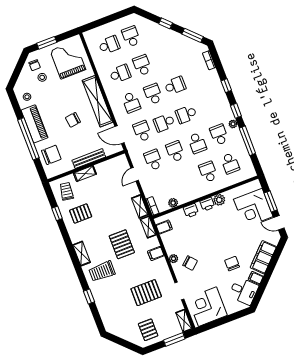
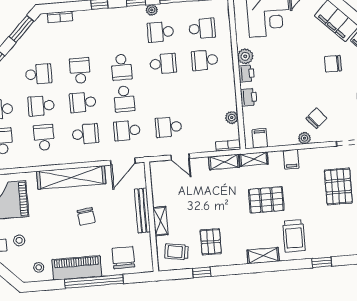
school desk: (175, 151) -> (39, 74), moved, turned 180

